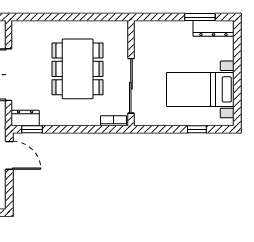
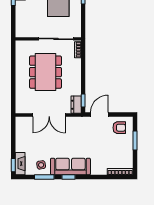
dining table: (78, 69) -> (46, 72), turned 90

